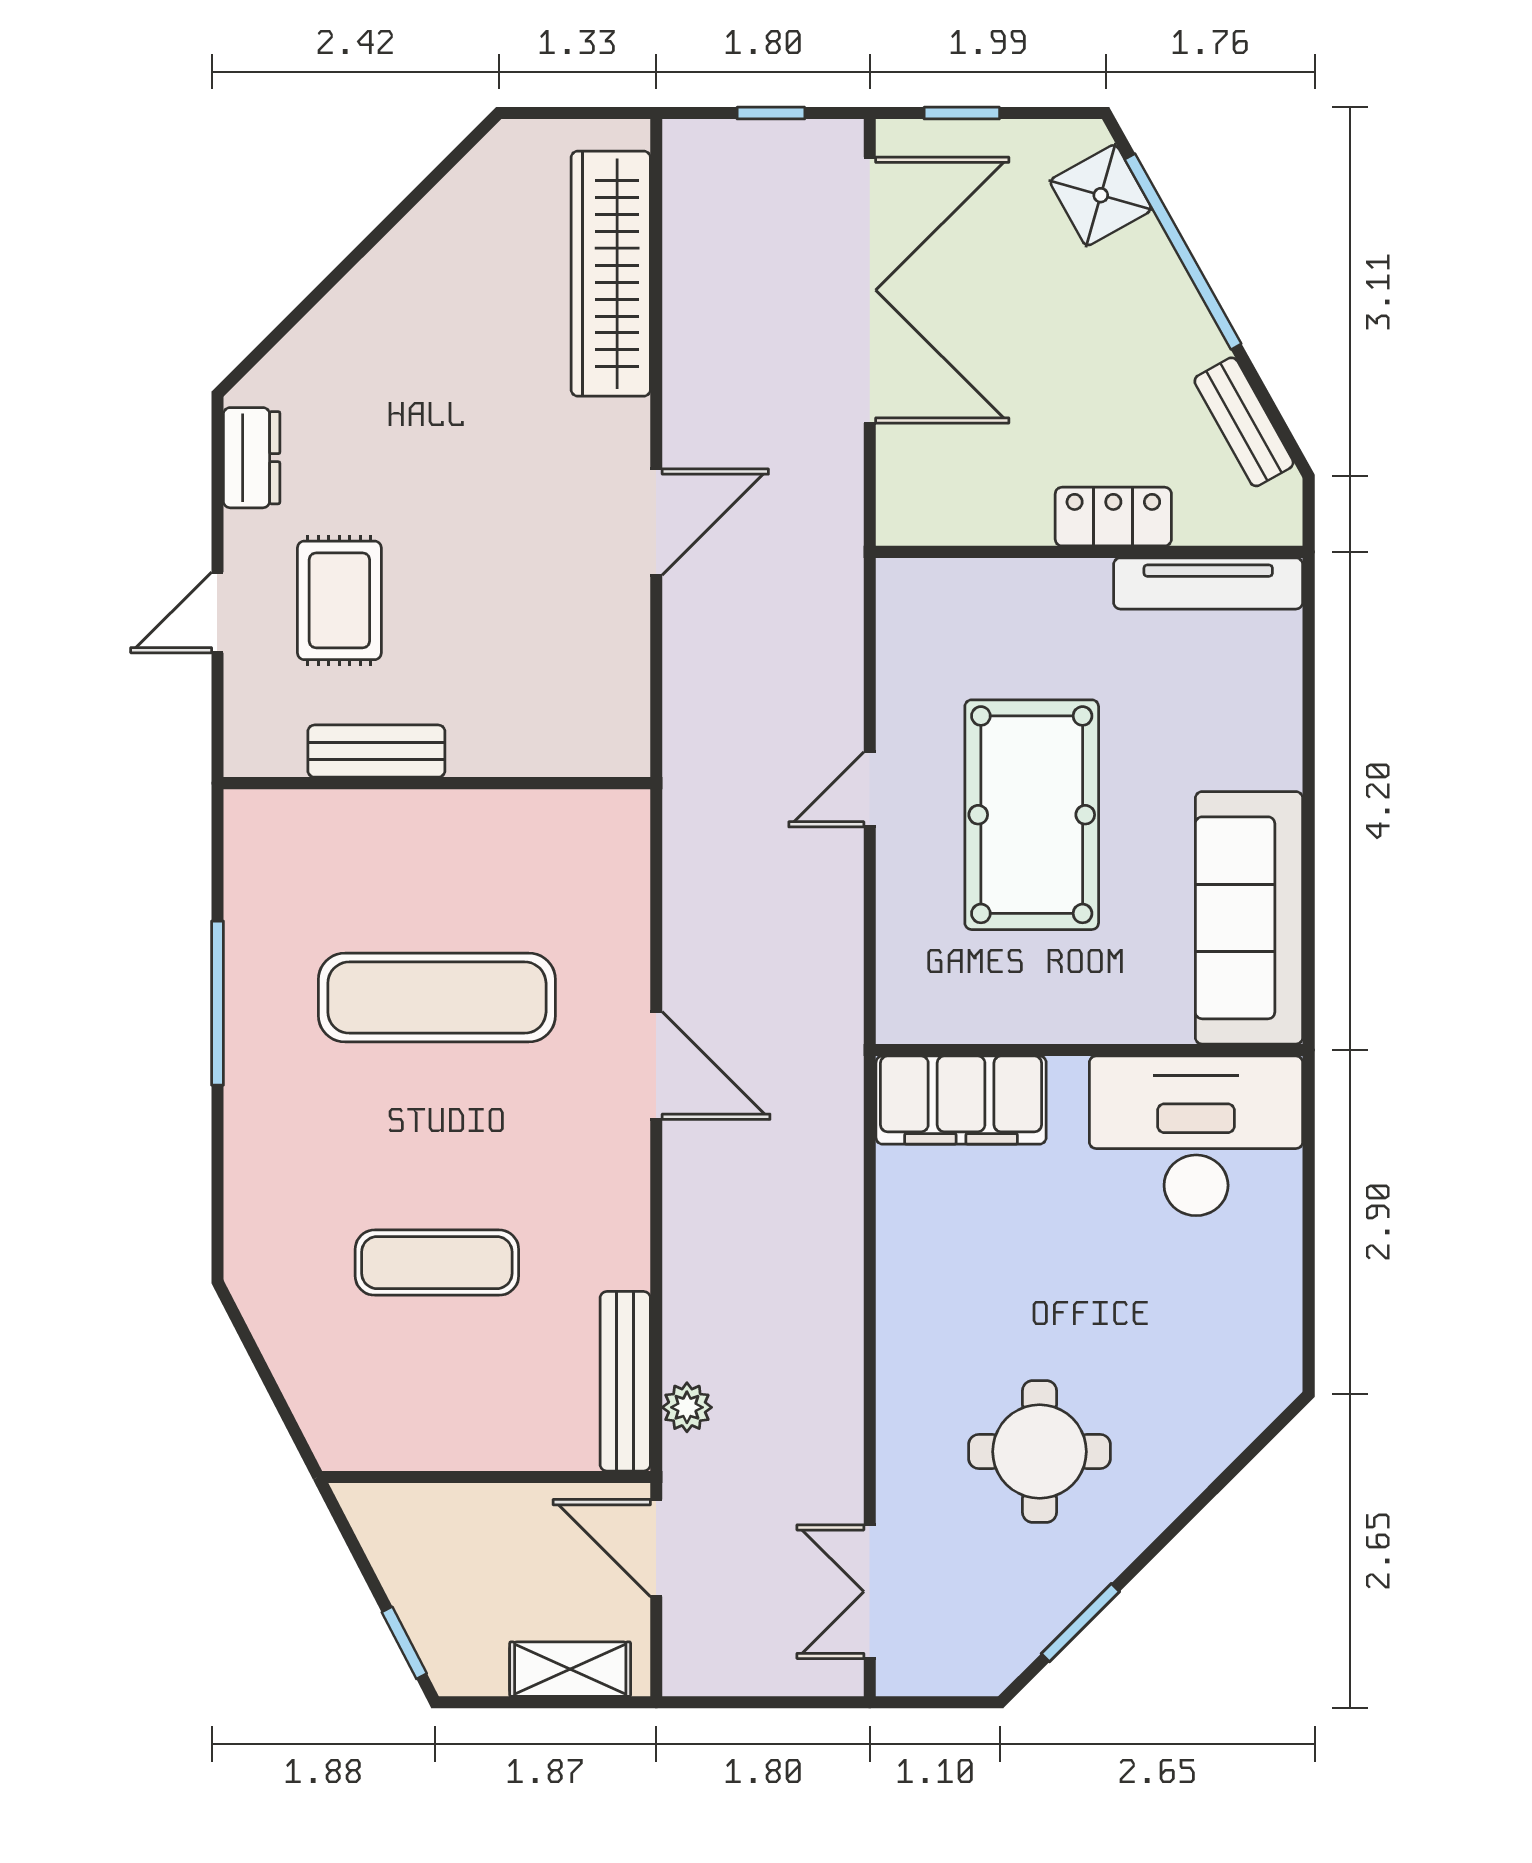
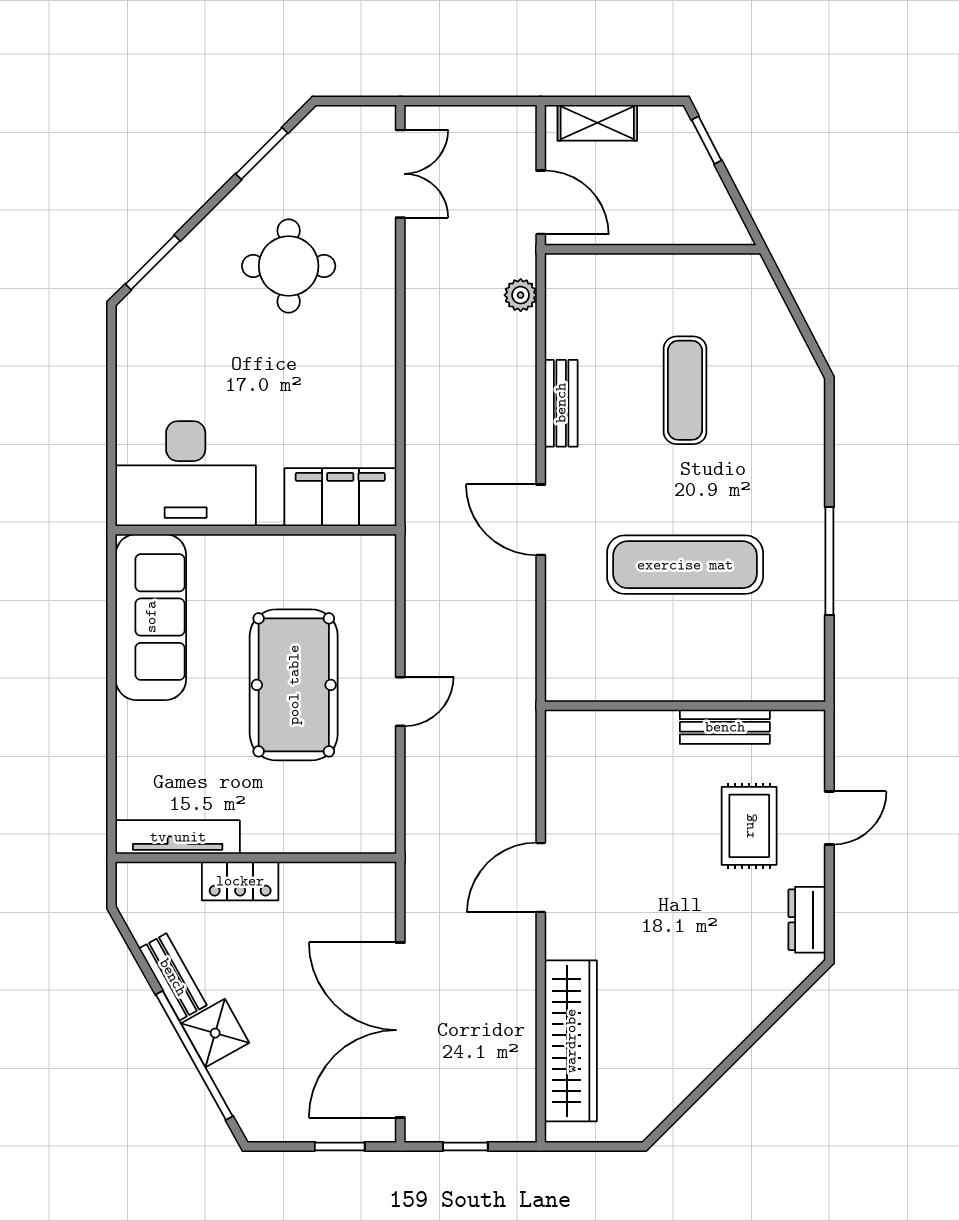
shower: (1101, 195) -> (215, 1033), moved
bench: (1244, 422) -> (173, 977), moved
exercise mat: (437, 1263) -> (685, 390), turned 90
bench: (625, 1381) -> (561, 403), moved, width x0.73
window: (1246, 1457) -> (153, 262), added

